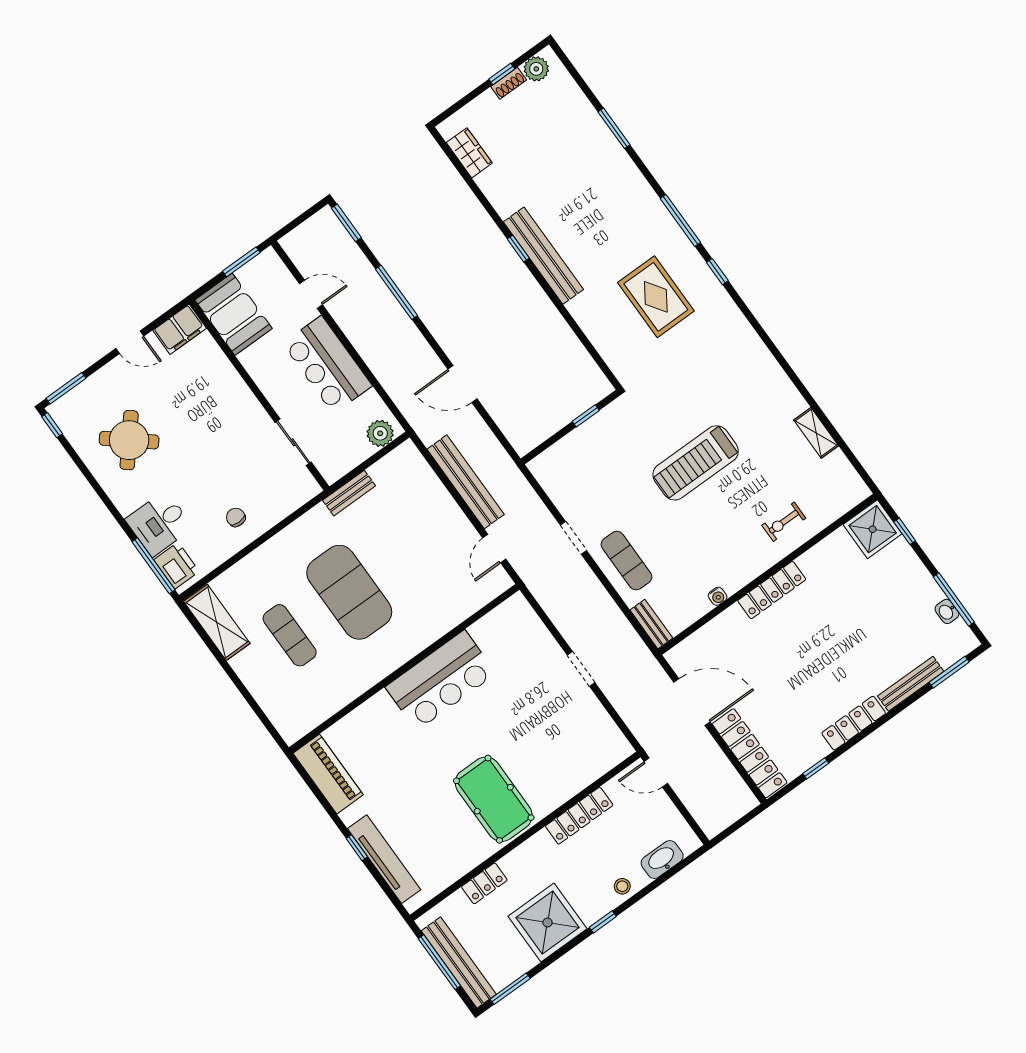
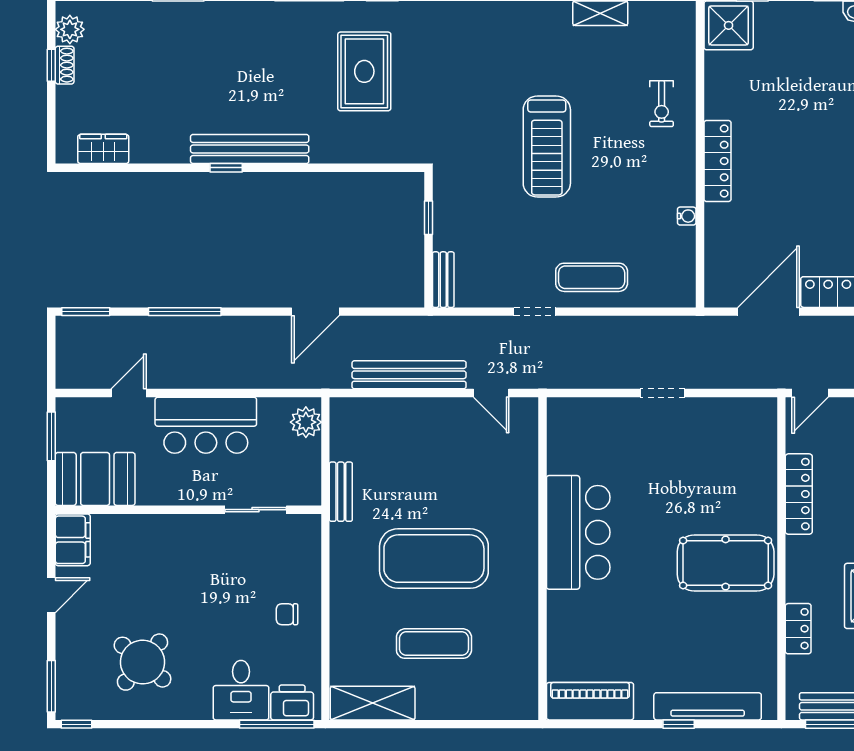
rug: (656, 297) -> (364, 71), turned 90
bench: (651, 624) -> (443, 280), moved, turned 90

